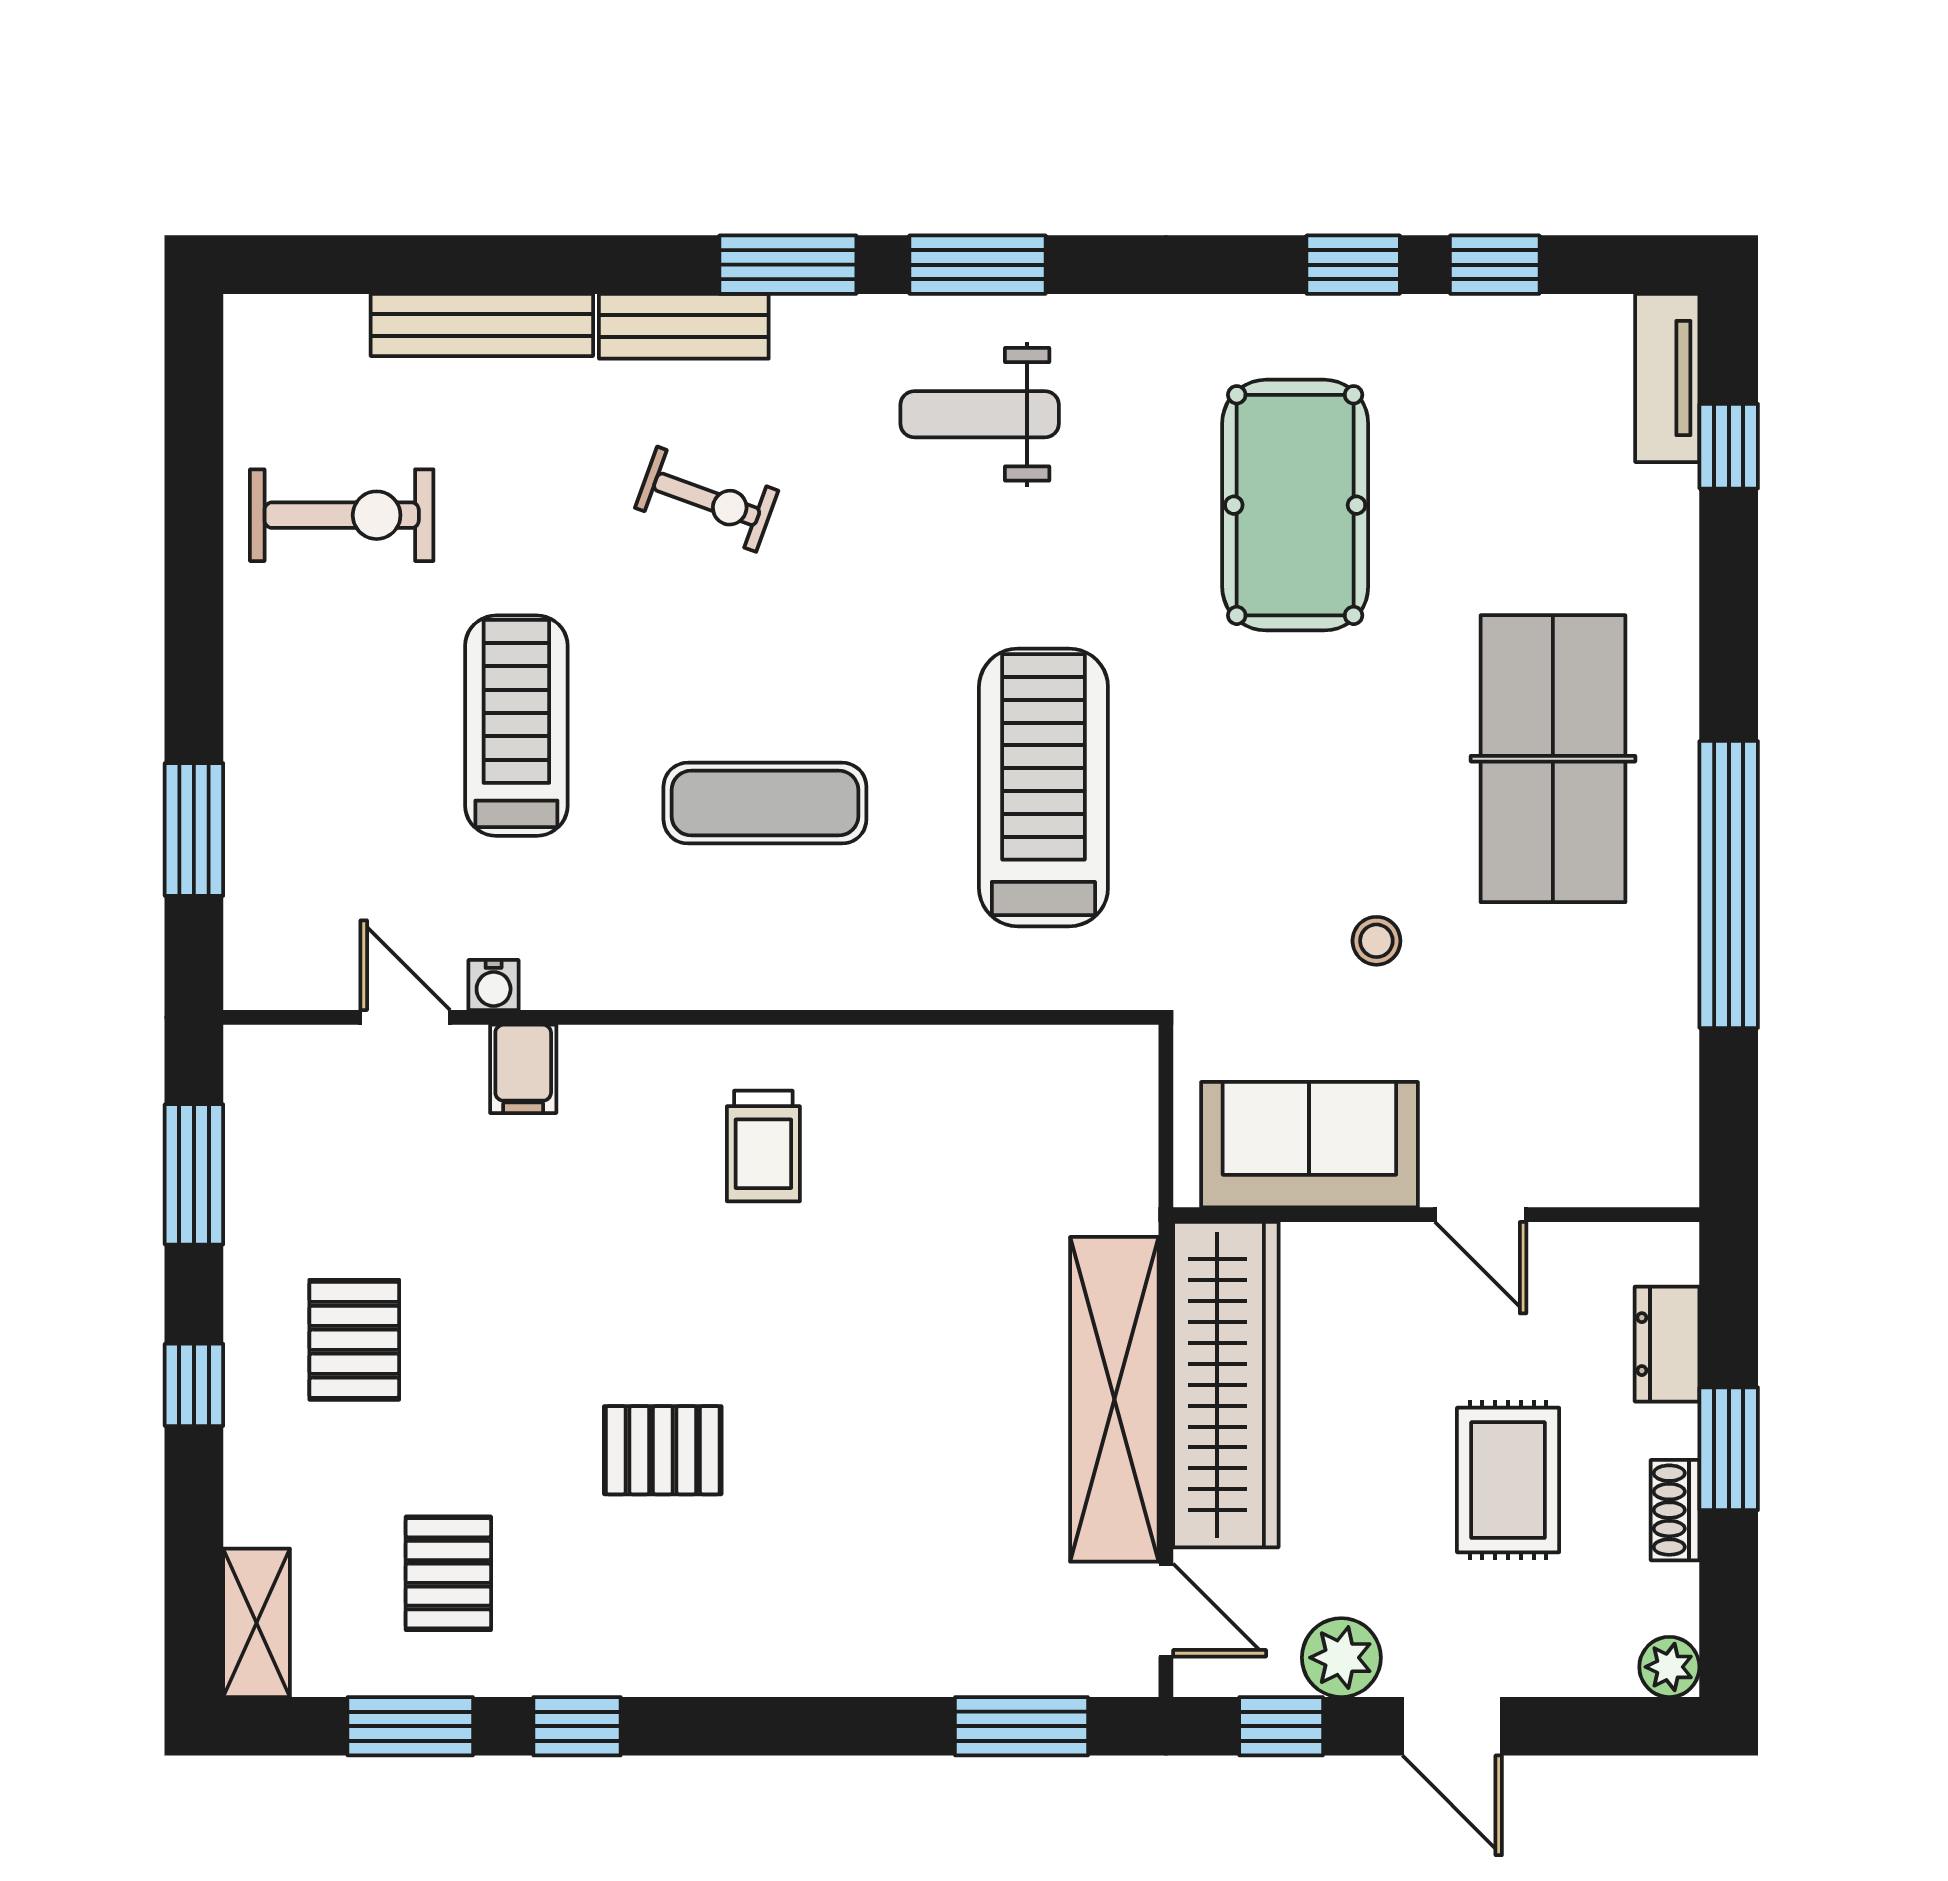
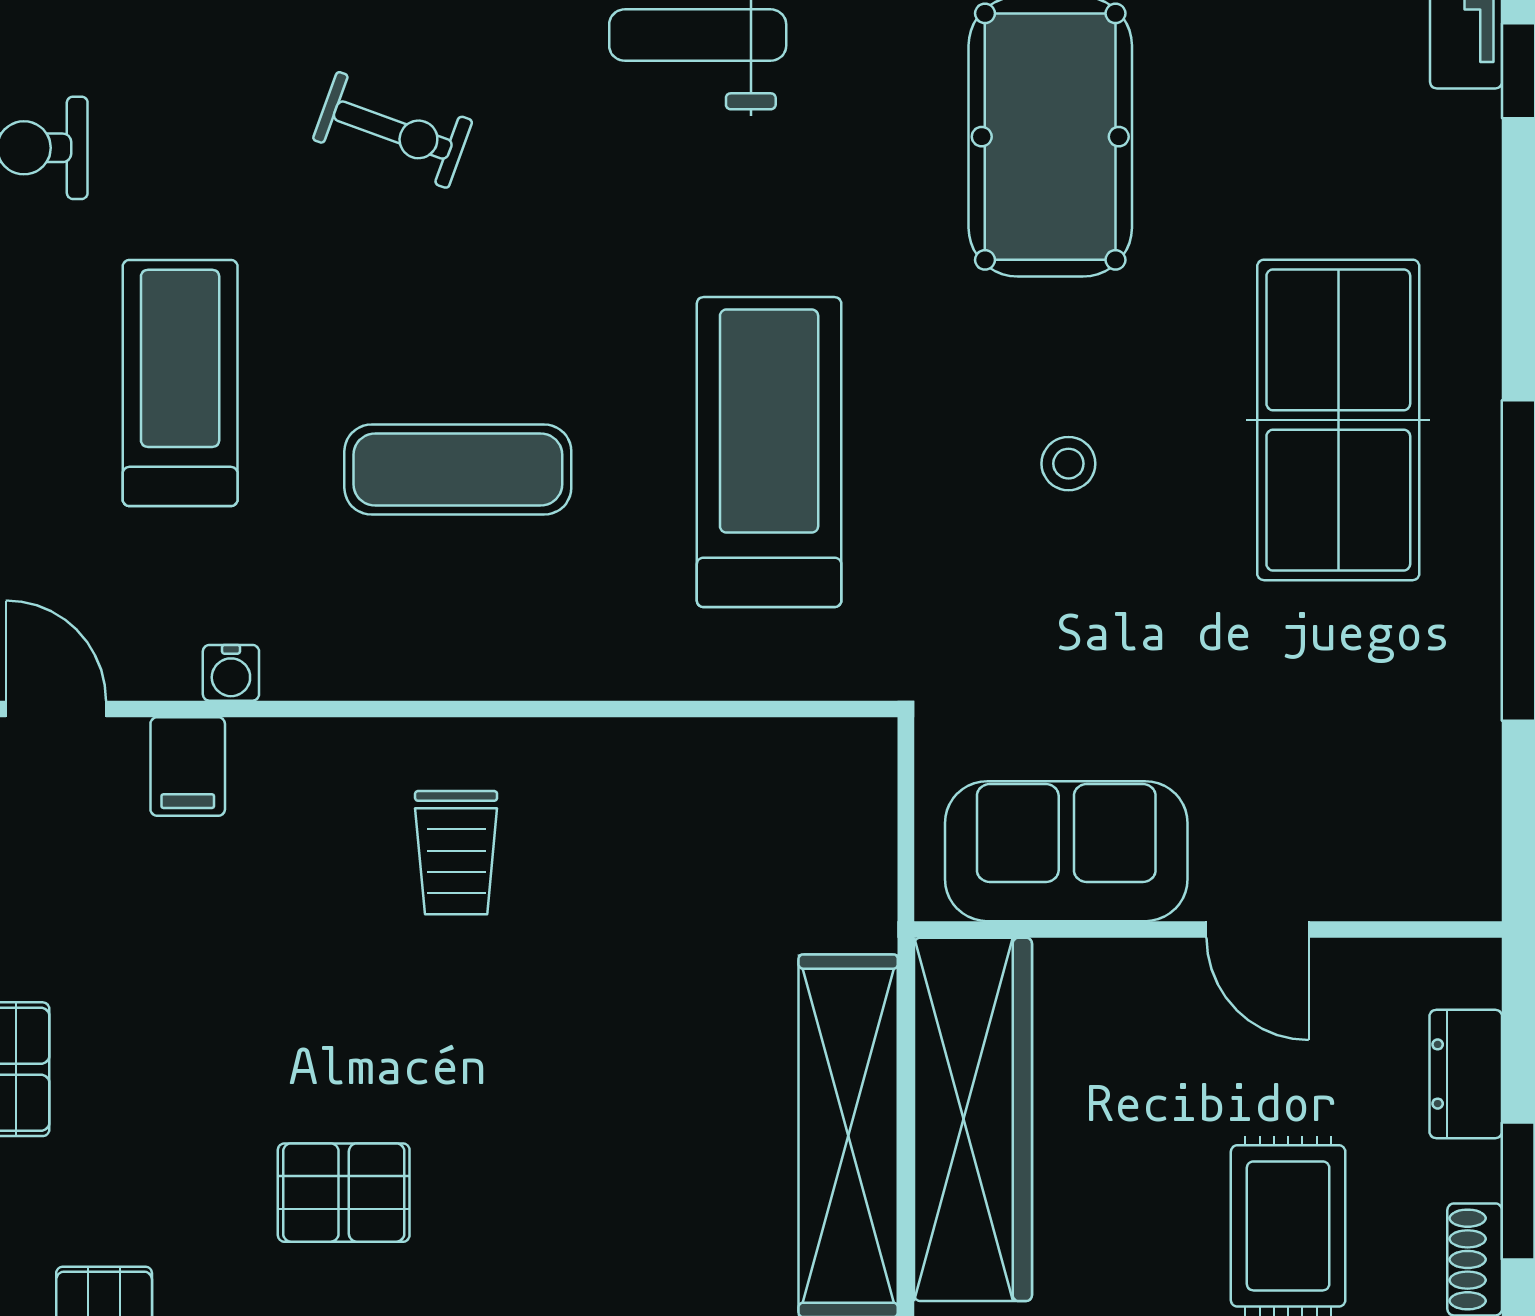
stool: (1376, 941) -> (1068, 464), moved
water cooler: (494, 985) -> (231, 673), moved

